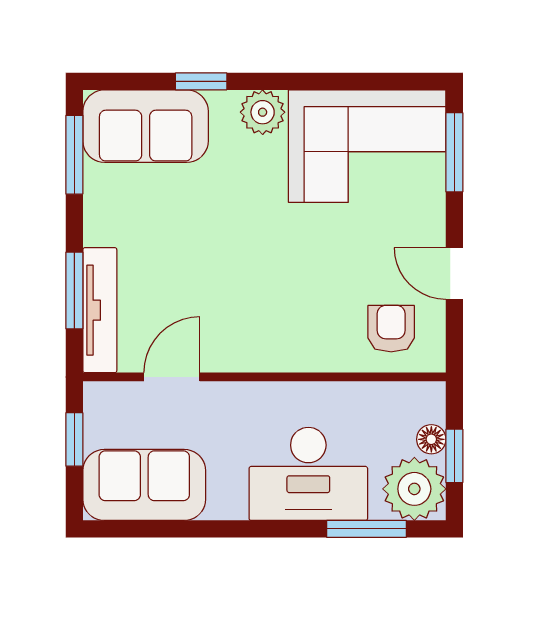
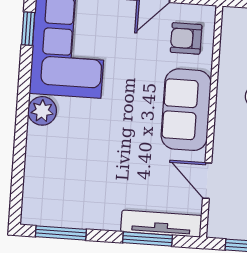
window: (201, 81) -> (28, 29), moved
sofa: (146, 126) -> (186, 110), moved, turned 180

